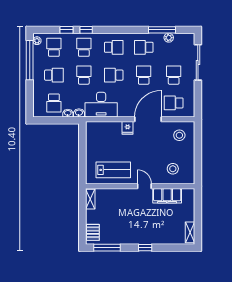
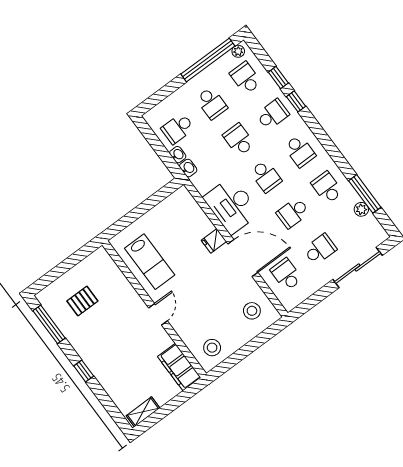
school desk: (54, 47) -> (246, 78), turned -90
school desk: (84, 75) -> (239, 140), turned -90
school desk: (114, 75) -> (266, 176), turned 180
school desk: (144, 75) -> (293, 213), turned 180
desk: (101, 105) -> (232, 205), moved
stool: (173, 169) -> (212, 348), moved
filing cabinet: (167, 196) -> (179, 367), moved
shelving: (90, 199) -> (93, 260), removed
pallet: (93, 232) -> (82, 301), moved

